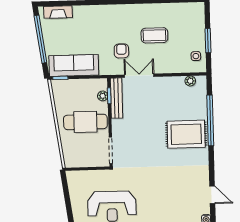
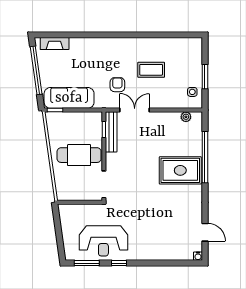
plant: (103, 96) -> (97, 129), removed

